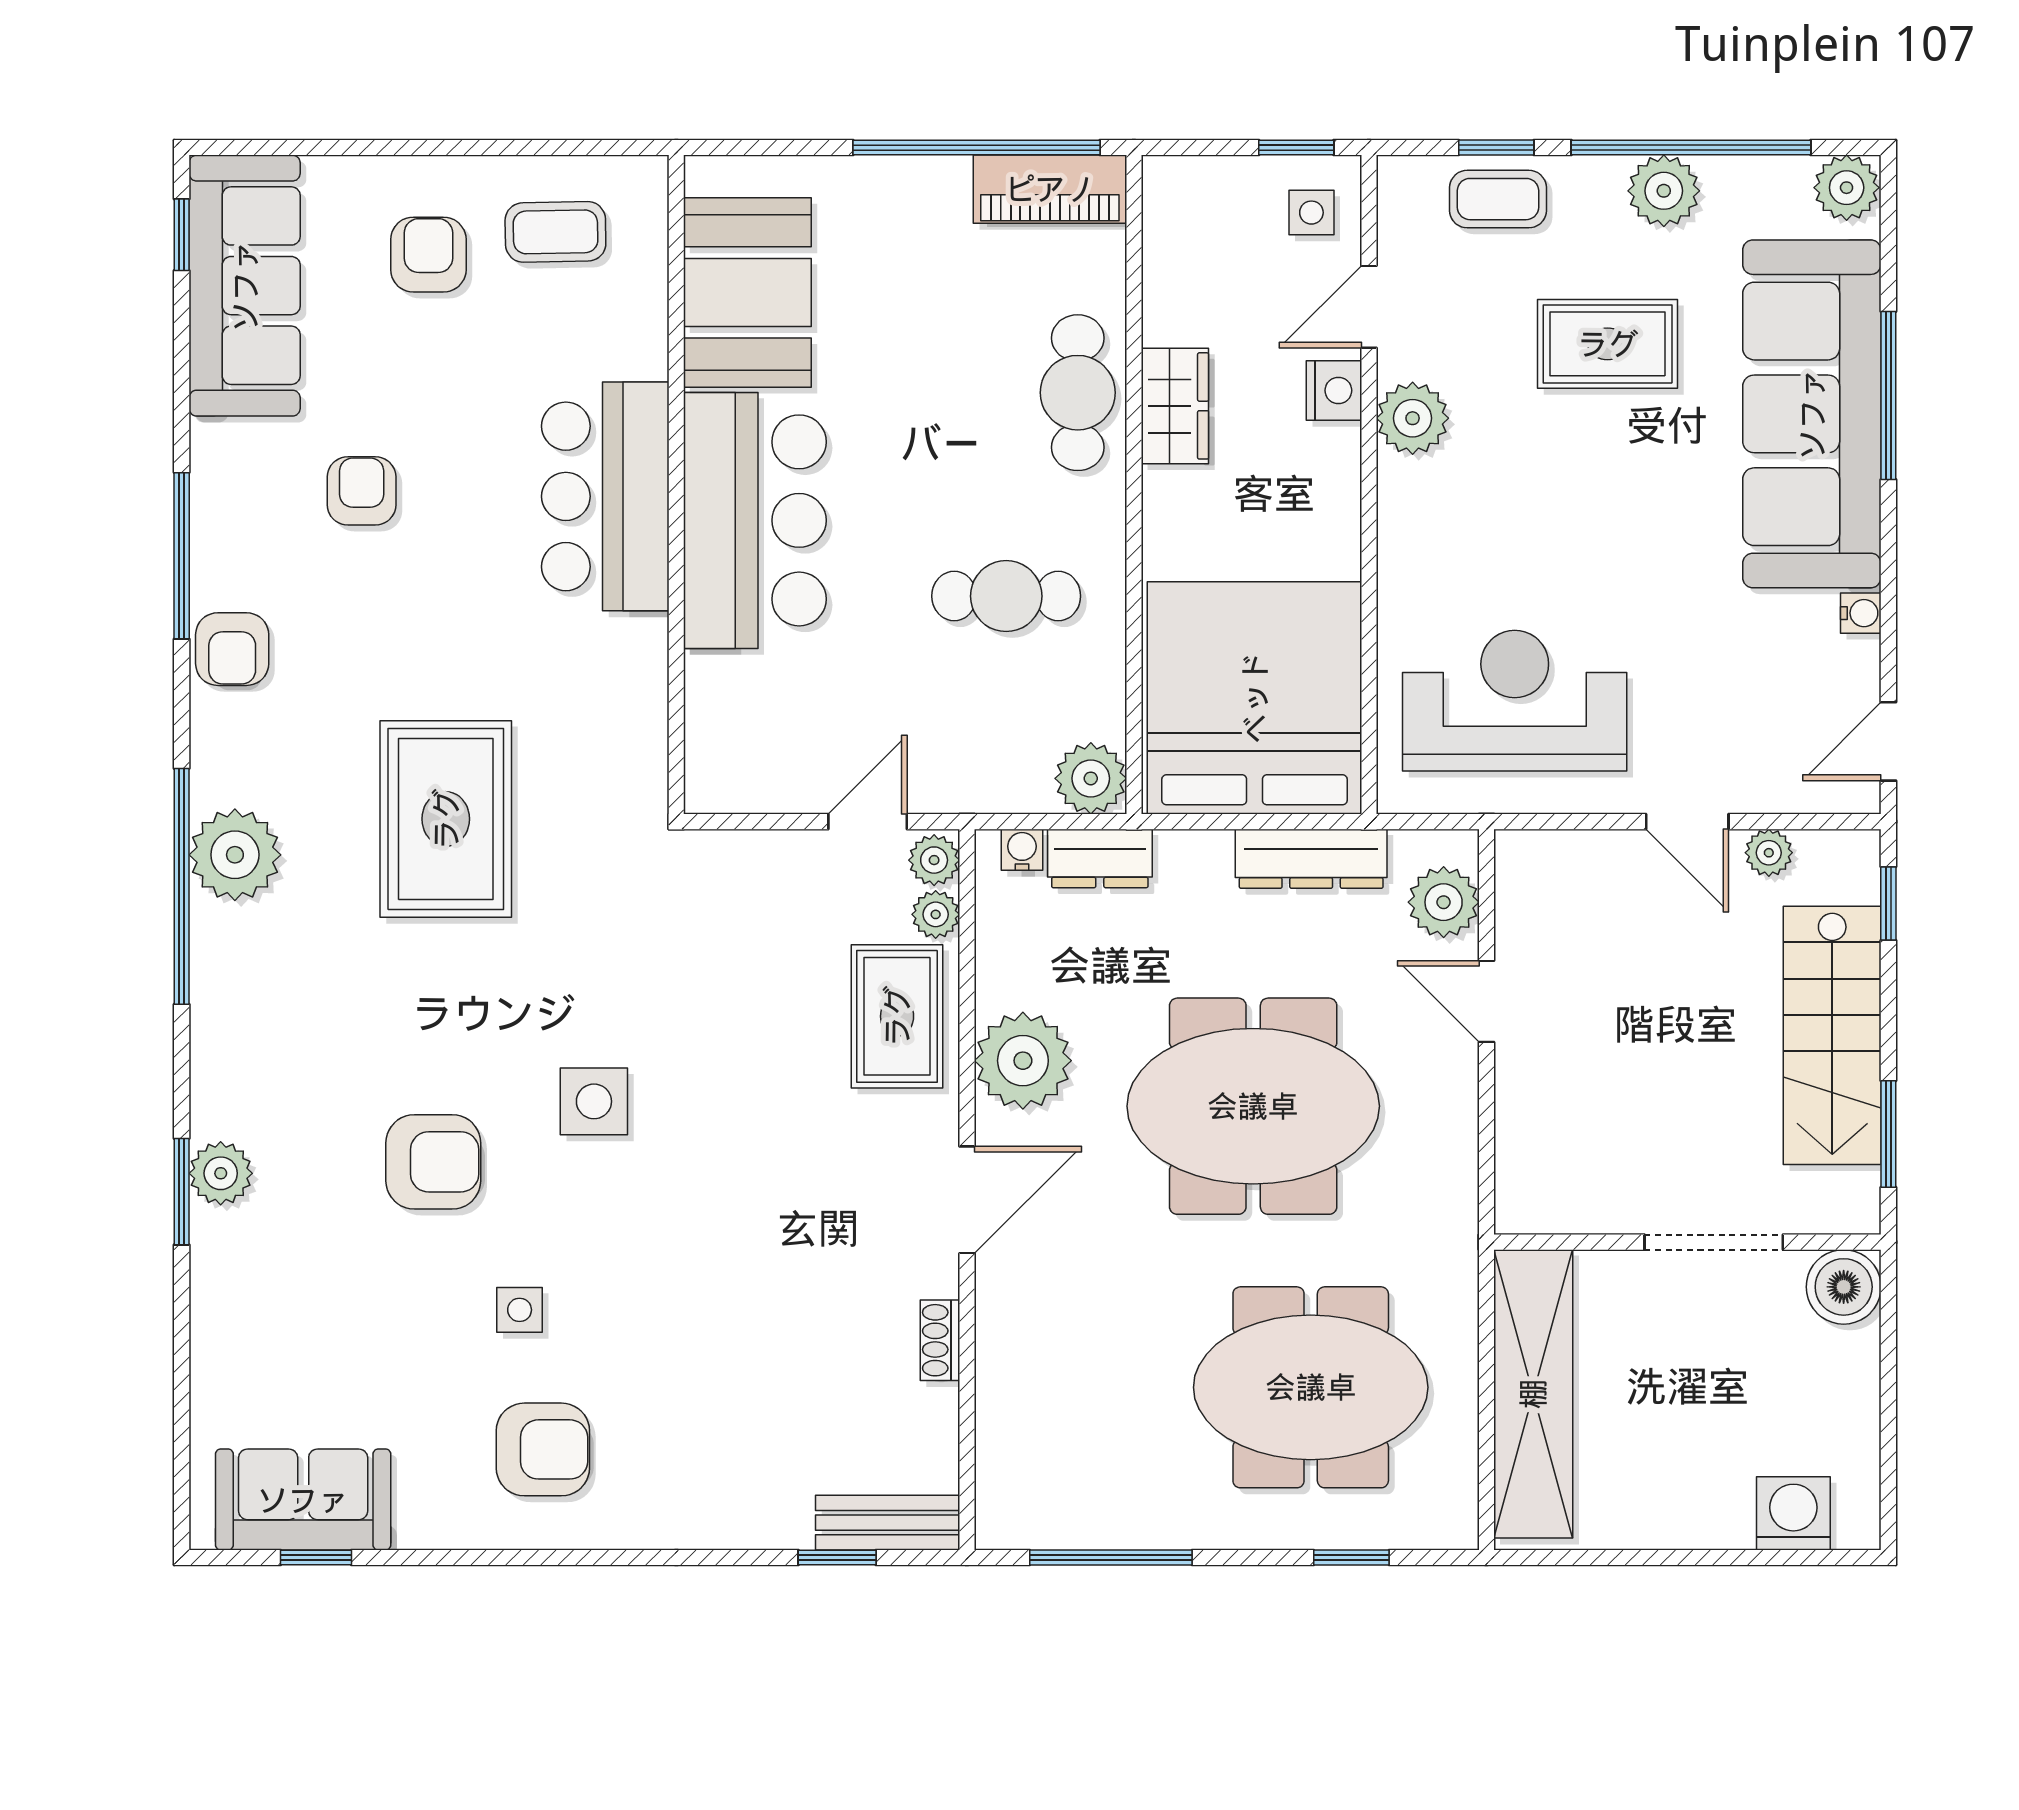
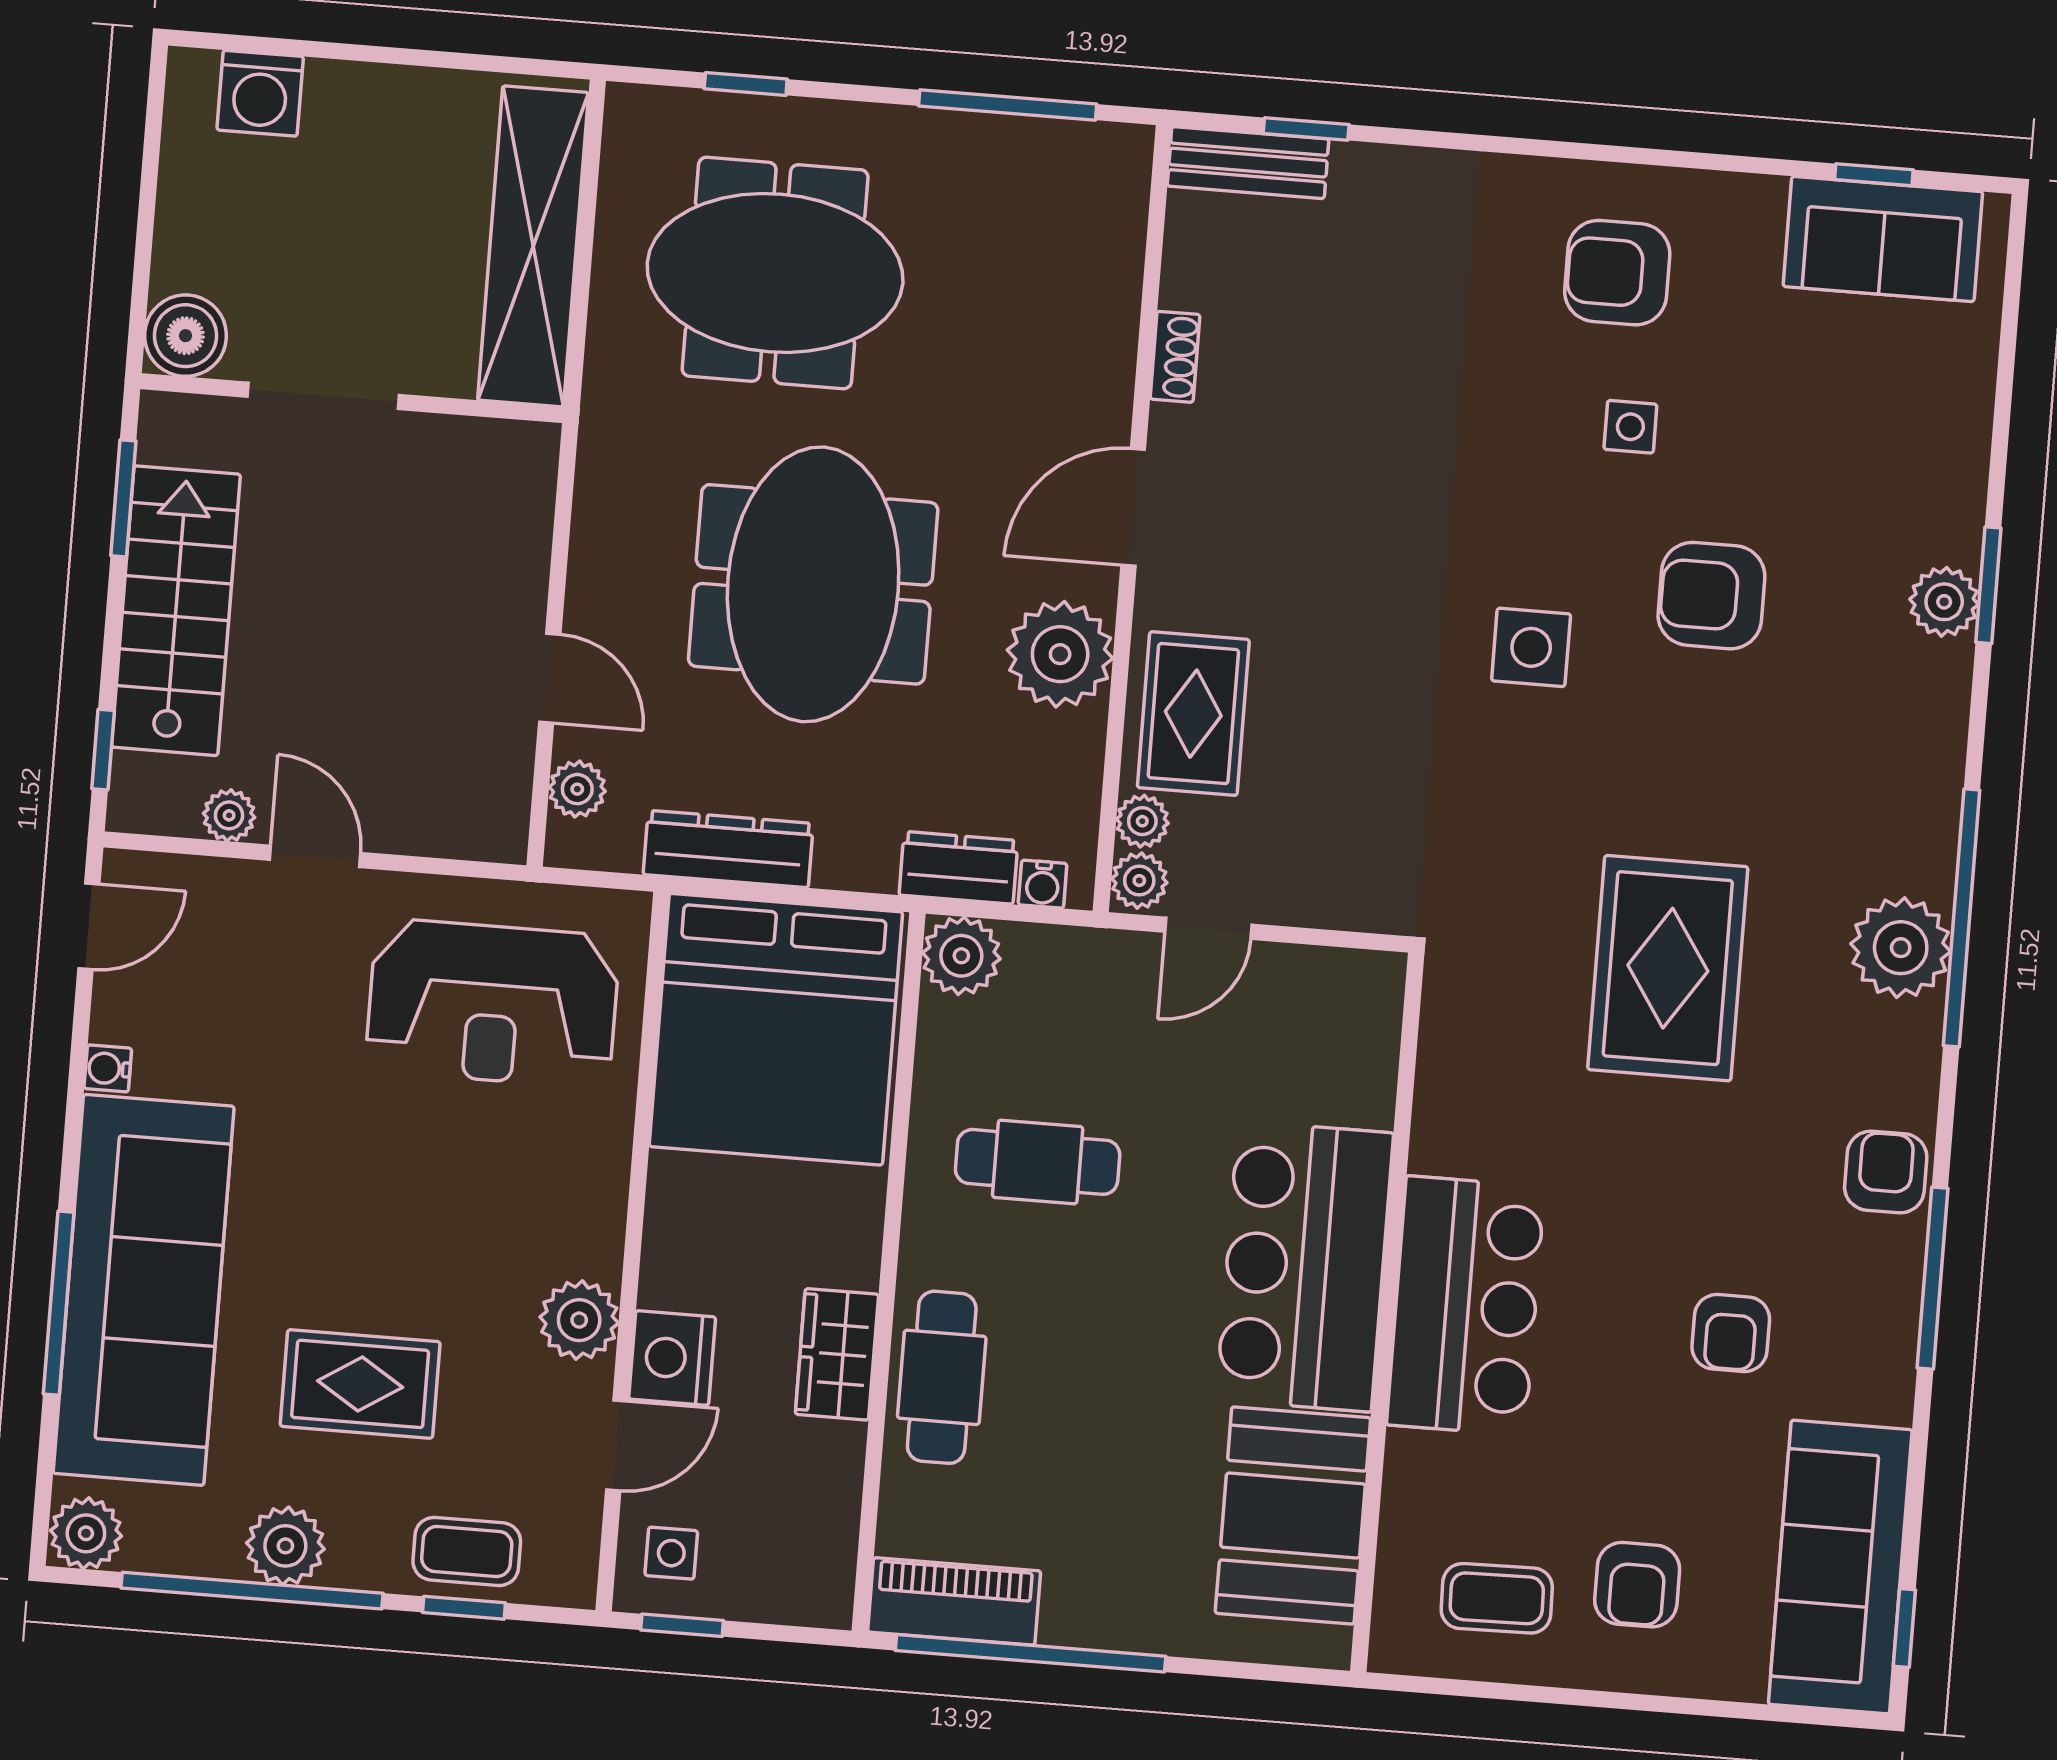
nightstand: (1334, 390) -> (672, 1358), width x1.36, depth x1.33
plant: (1444, 902) -> (577, 789), width x0.73, depth x0.73
meeting table: (1253, 1106) -> (813, 584), turned 90

